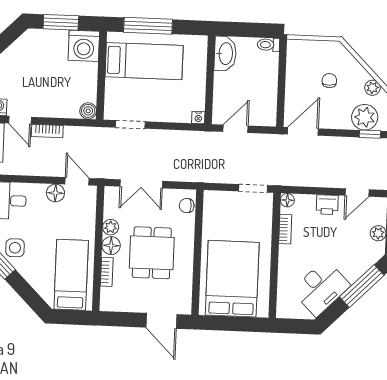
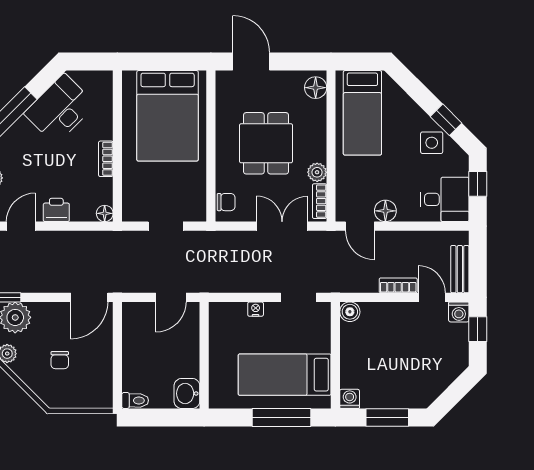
washing machine: (84, 46) -> (350, 399), width x0.53, depth x0.53
washbasin: (225, 54) -> (187, 393), width x0.72
nightstand: (198, 118) -> (256, 309), moved
doorway: (253, 188) -> (166, 226), moved
bookcase: (285, 229) -> (106, 159), moved
floor lamp: (111, 246) -> (316, 88), moved
bookcase: (107, 272) -> (320, 201), moved

